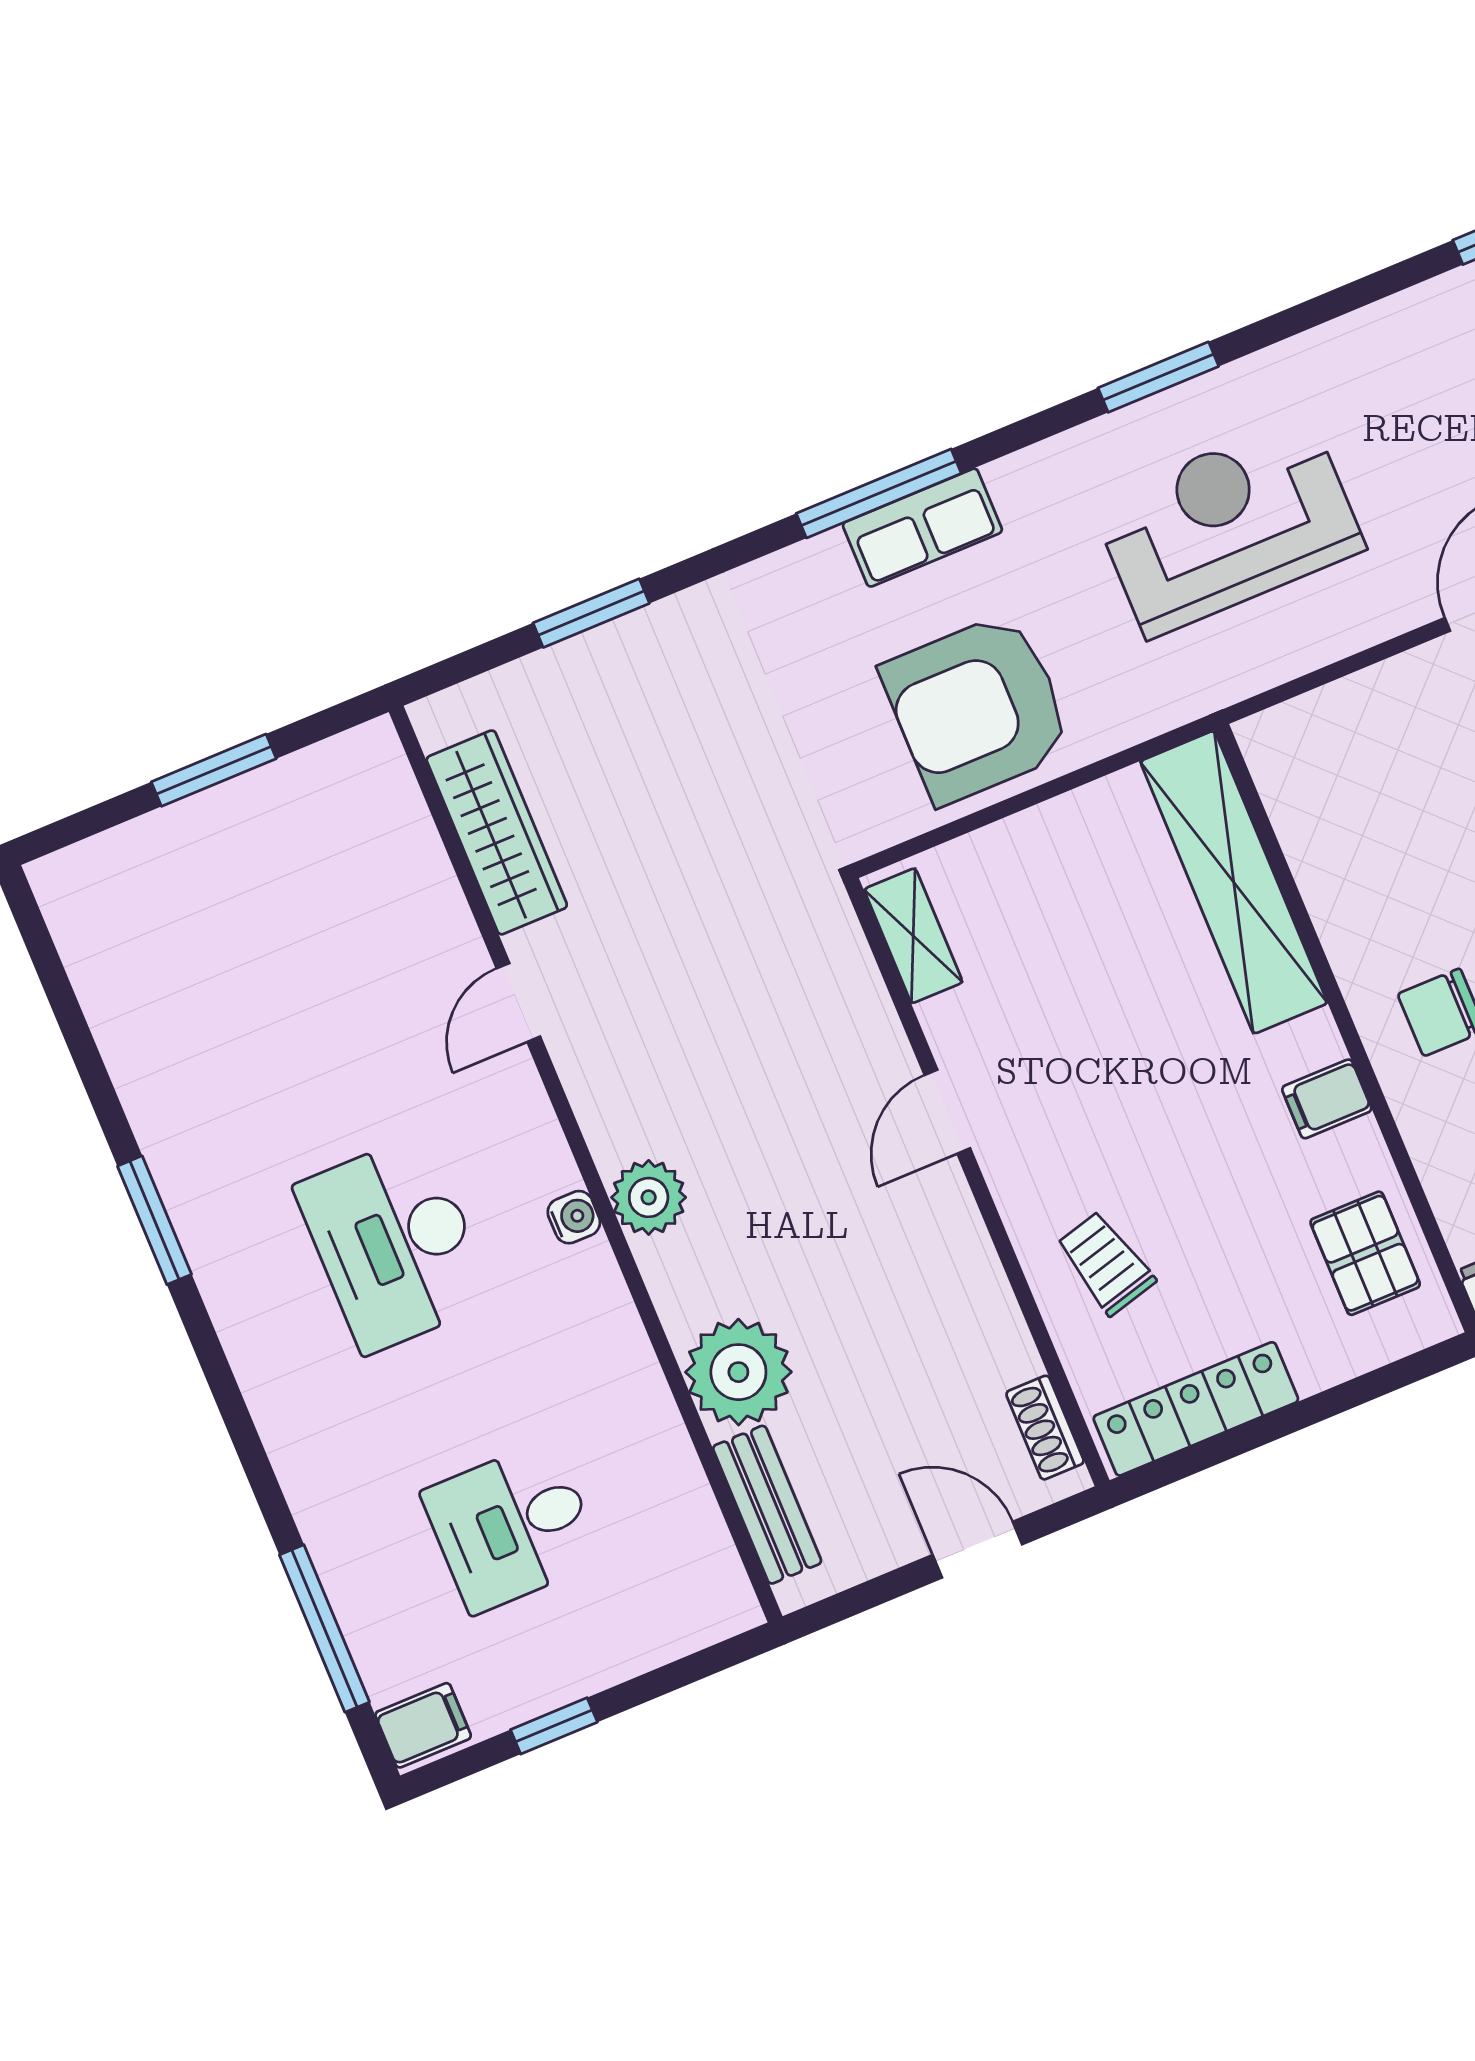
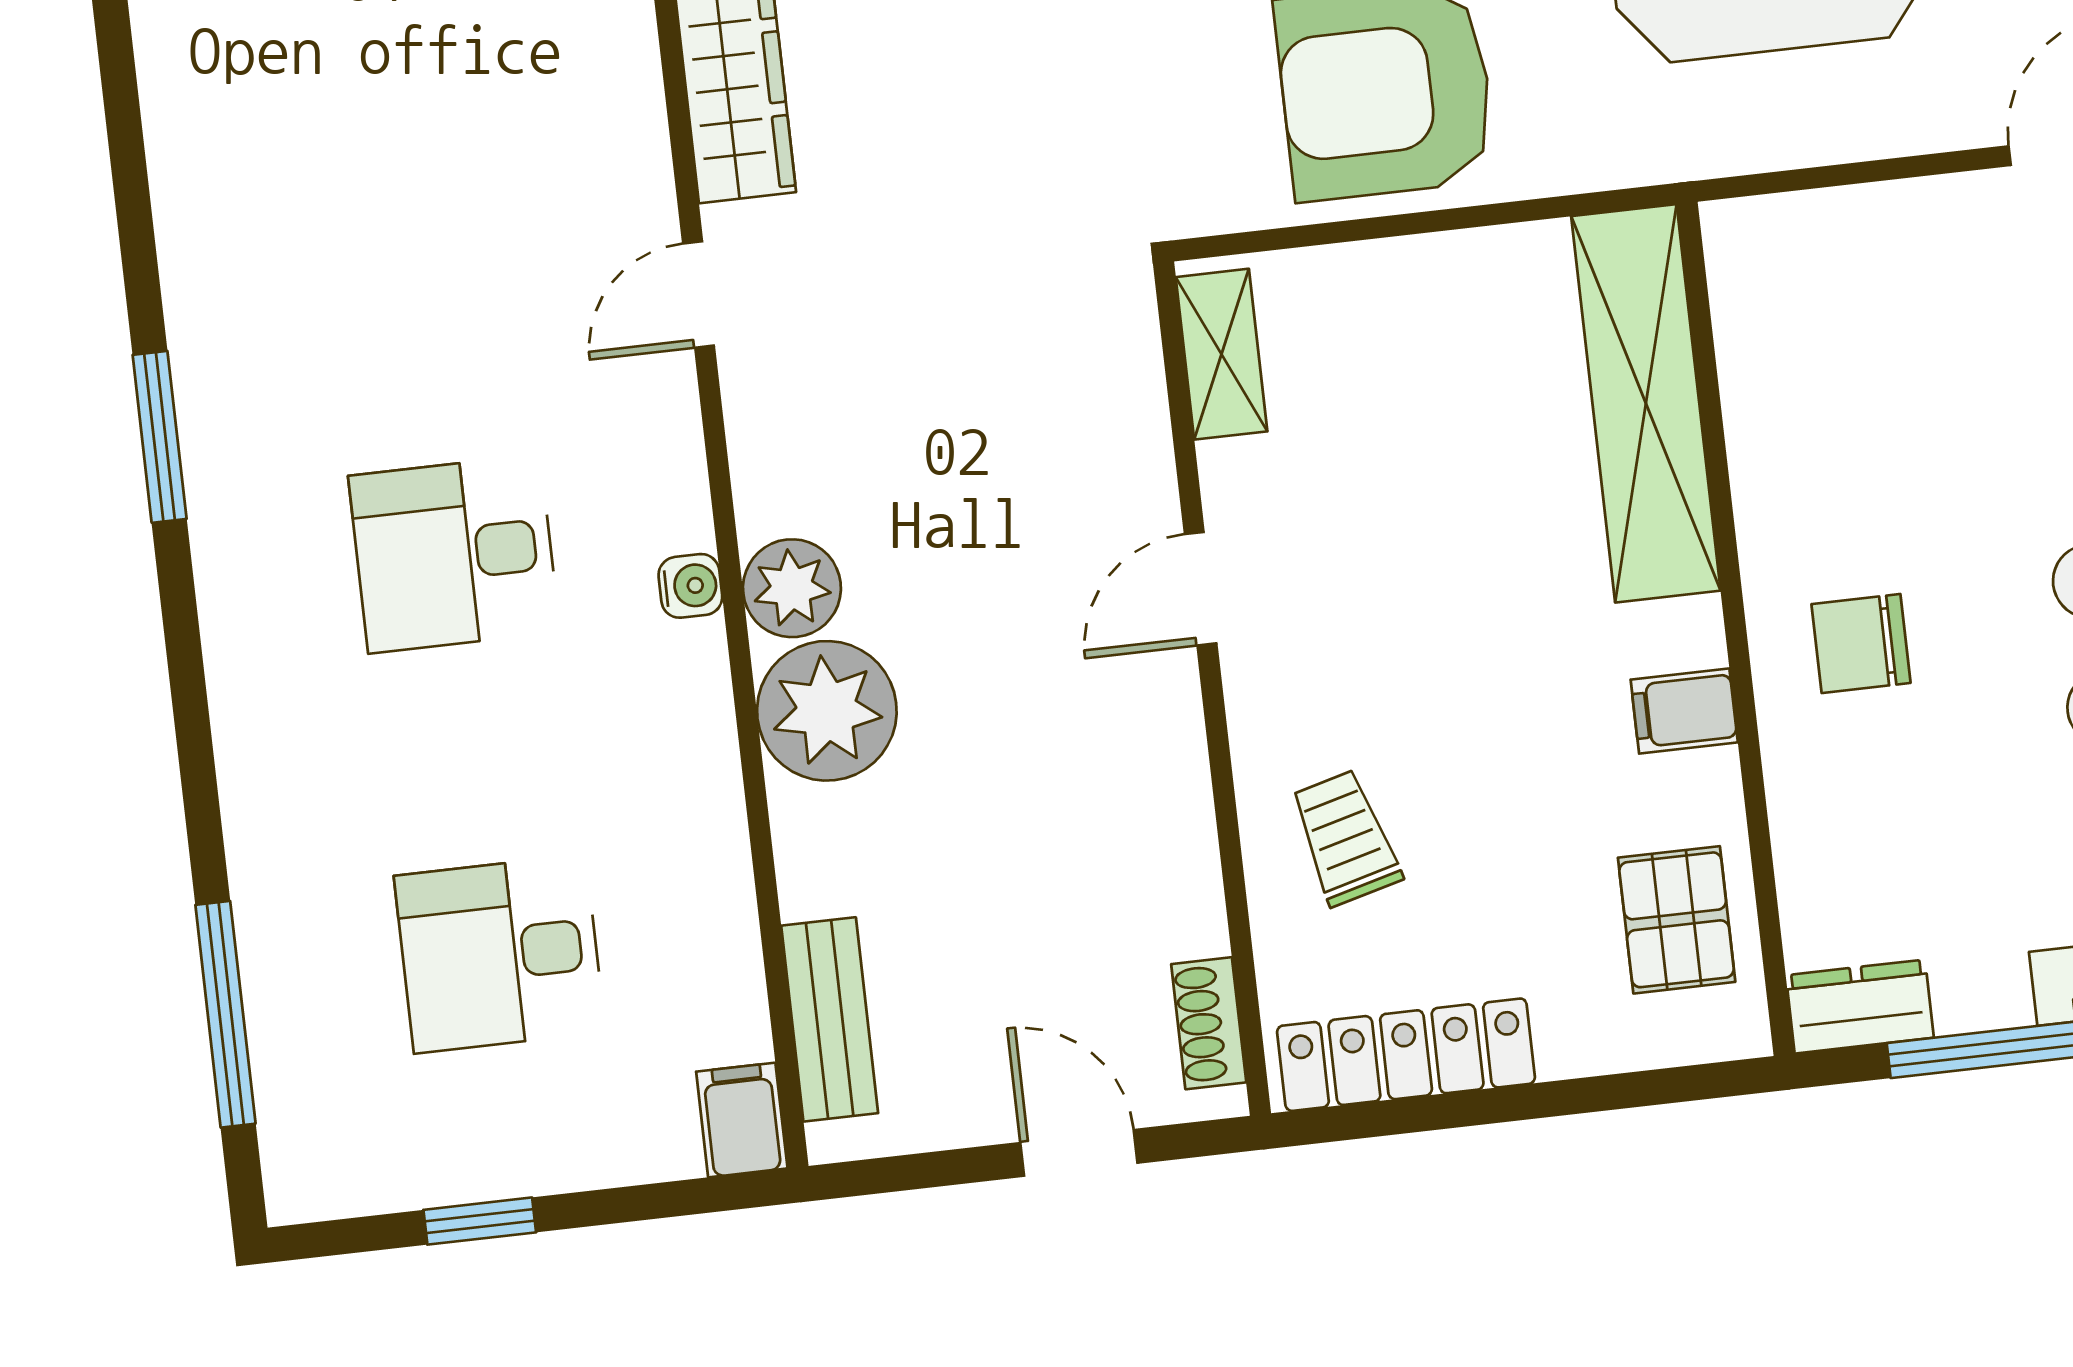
desk: (394, 1244) -> (454, 554), width x0.73
plant: (738, 1372) -> (827, 711), moved
filing cabinet: (423, 1725) -> (742, 1120), moved, turned -90

